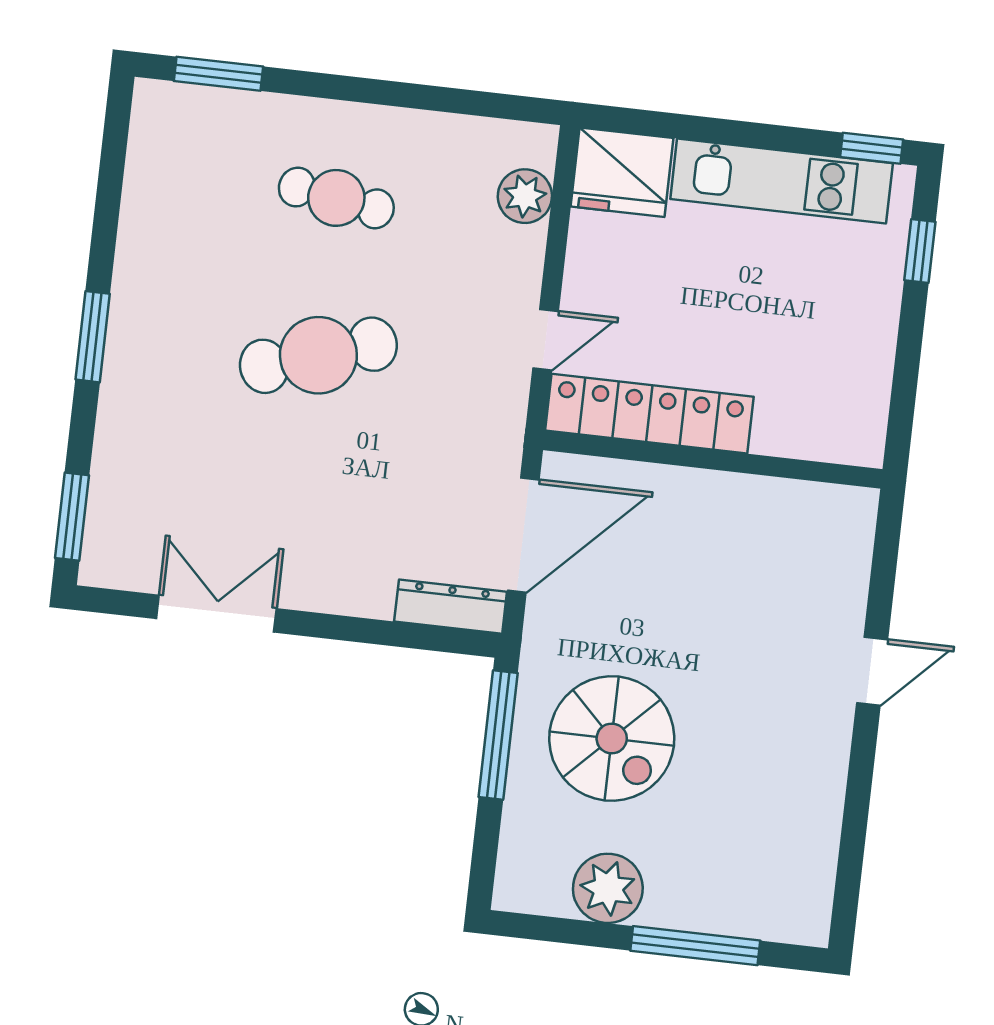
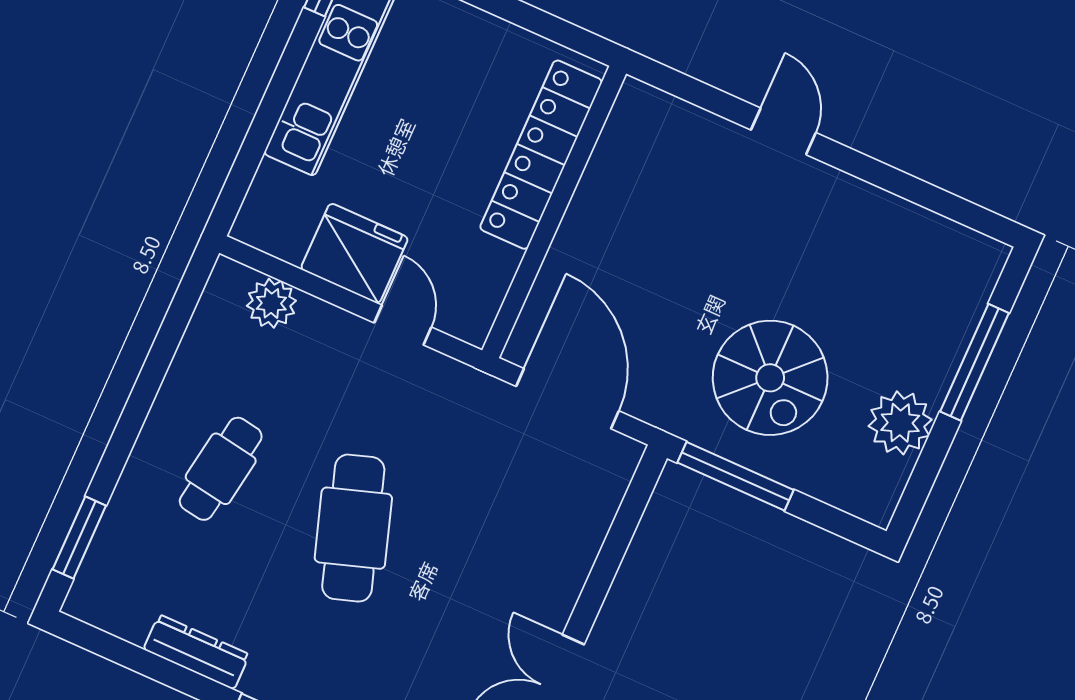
fridge: (622, 172) -> (354, 253), moved, turned -90
locker: (649, 414) -> (541, 155), moved
dresser: (451, 607) -> (196, 652), moved, turned 90
spiral stairs: (612, 738) -> (770, 378), turned 90

